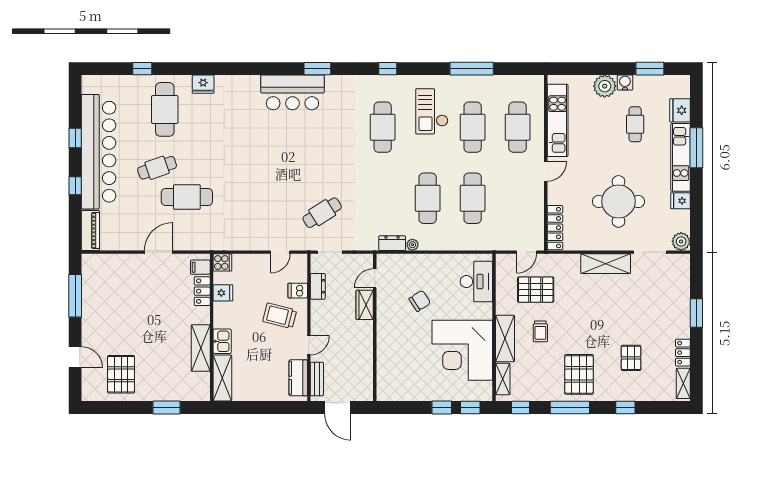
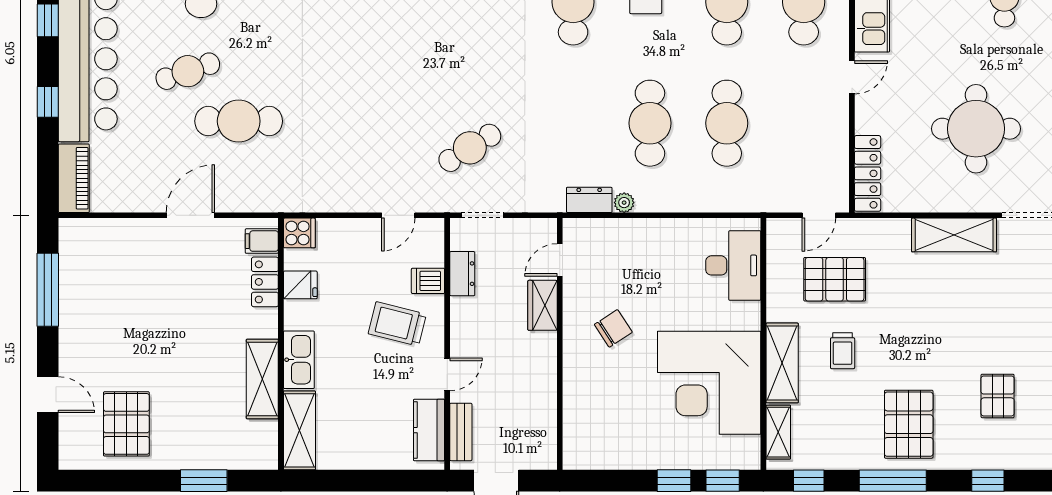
chair: (420, 301) -> (613, 328), moved
kitchen sink: (222, 341) -> (299, 360), width x1.38

